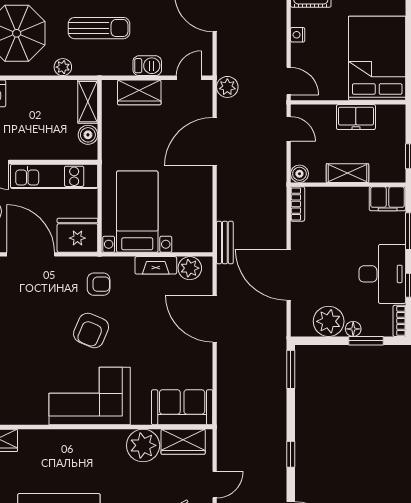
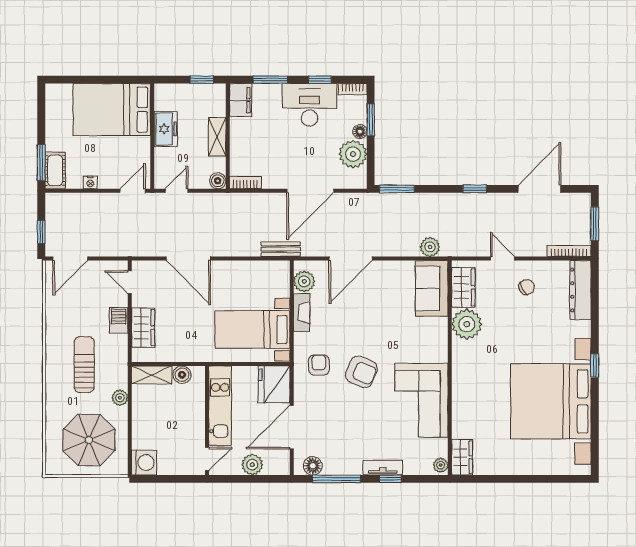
plant: (227, 87) -> (430, 247), moved
corner sofa: (90, 396) -> (421, 400), moved

